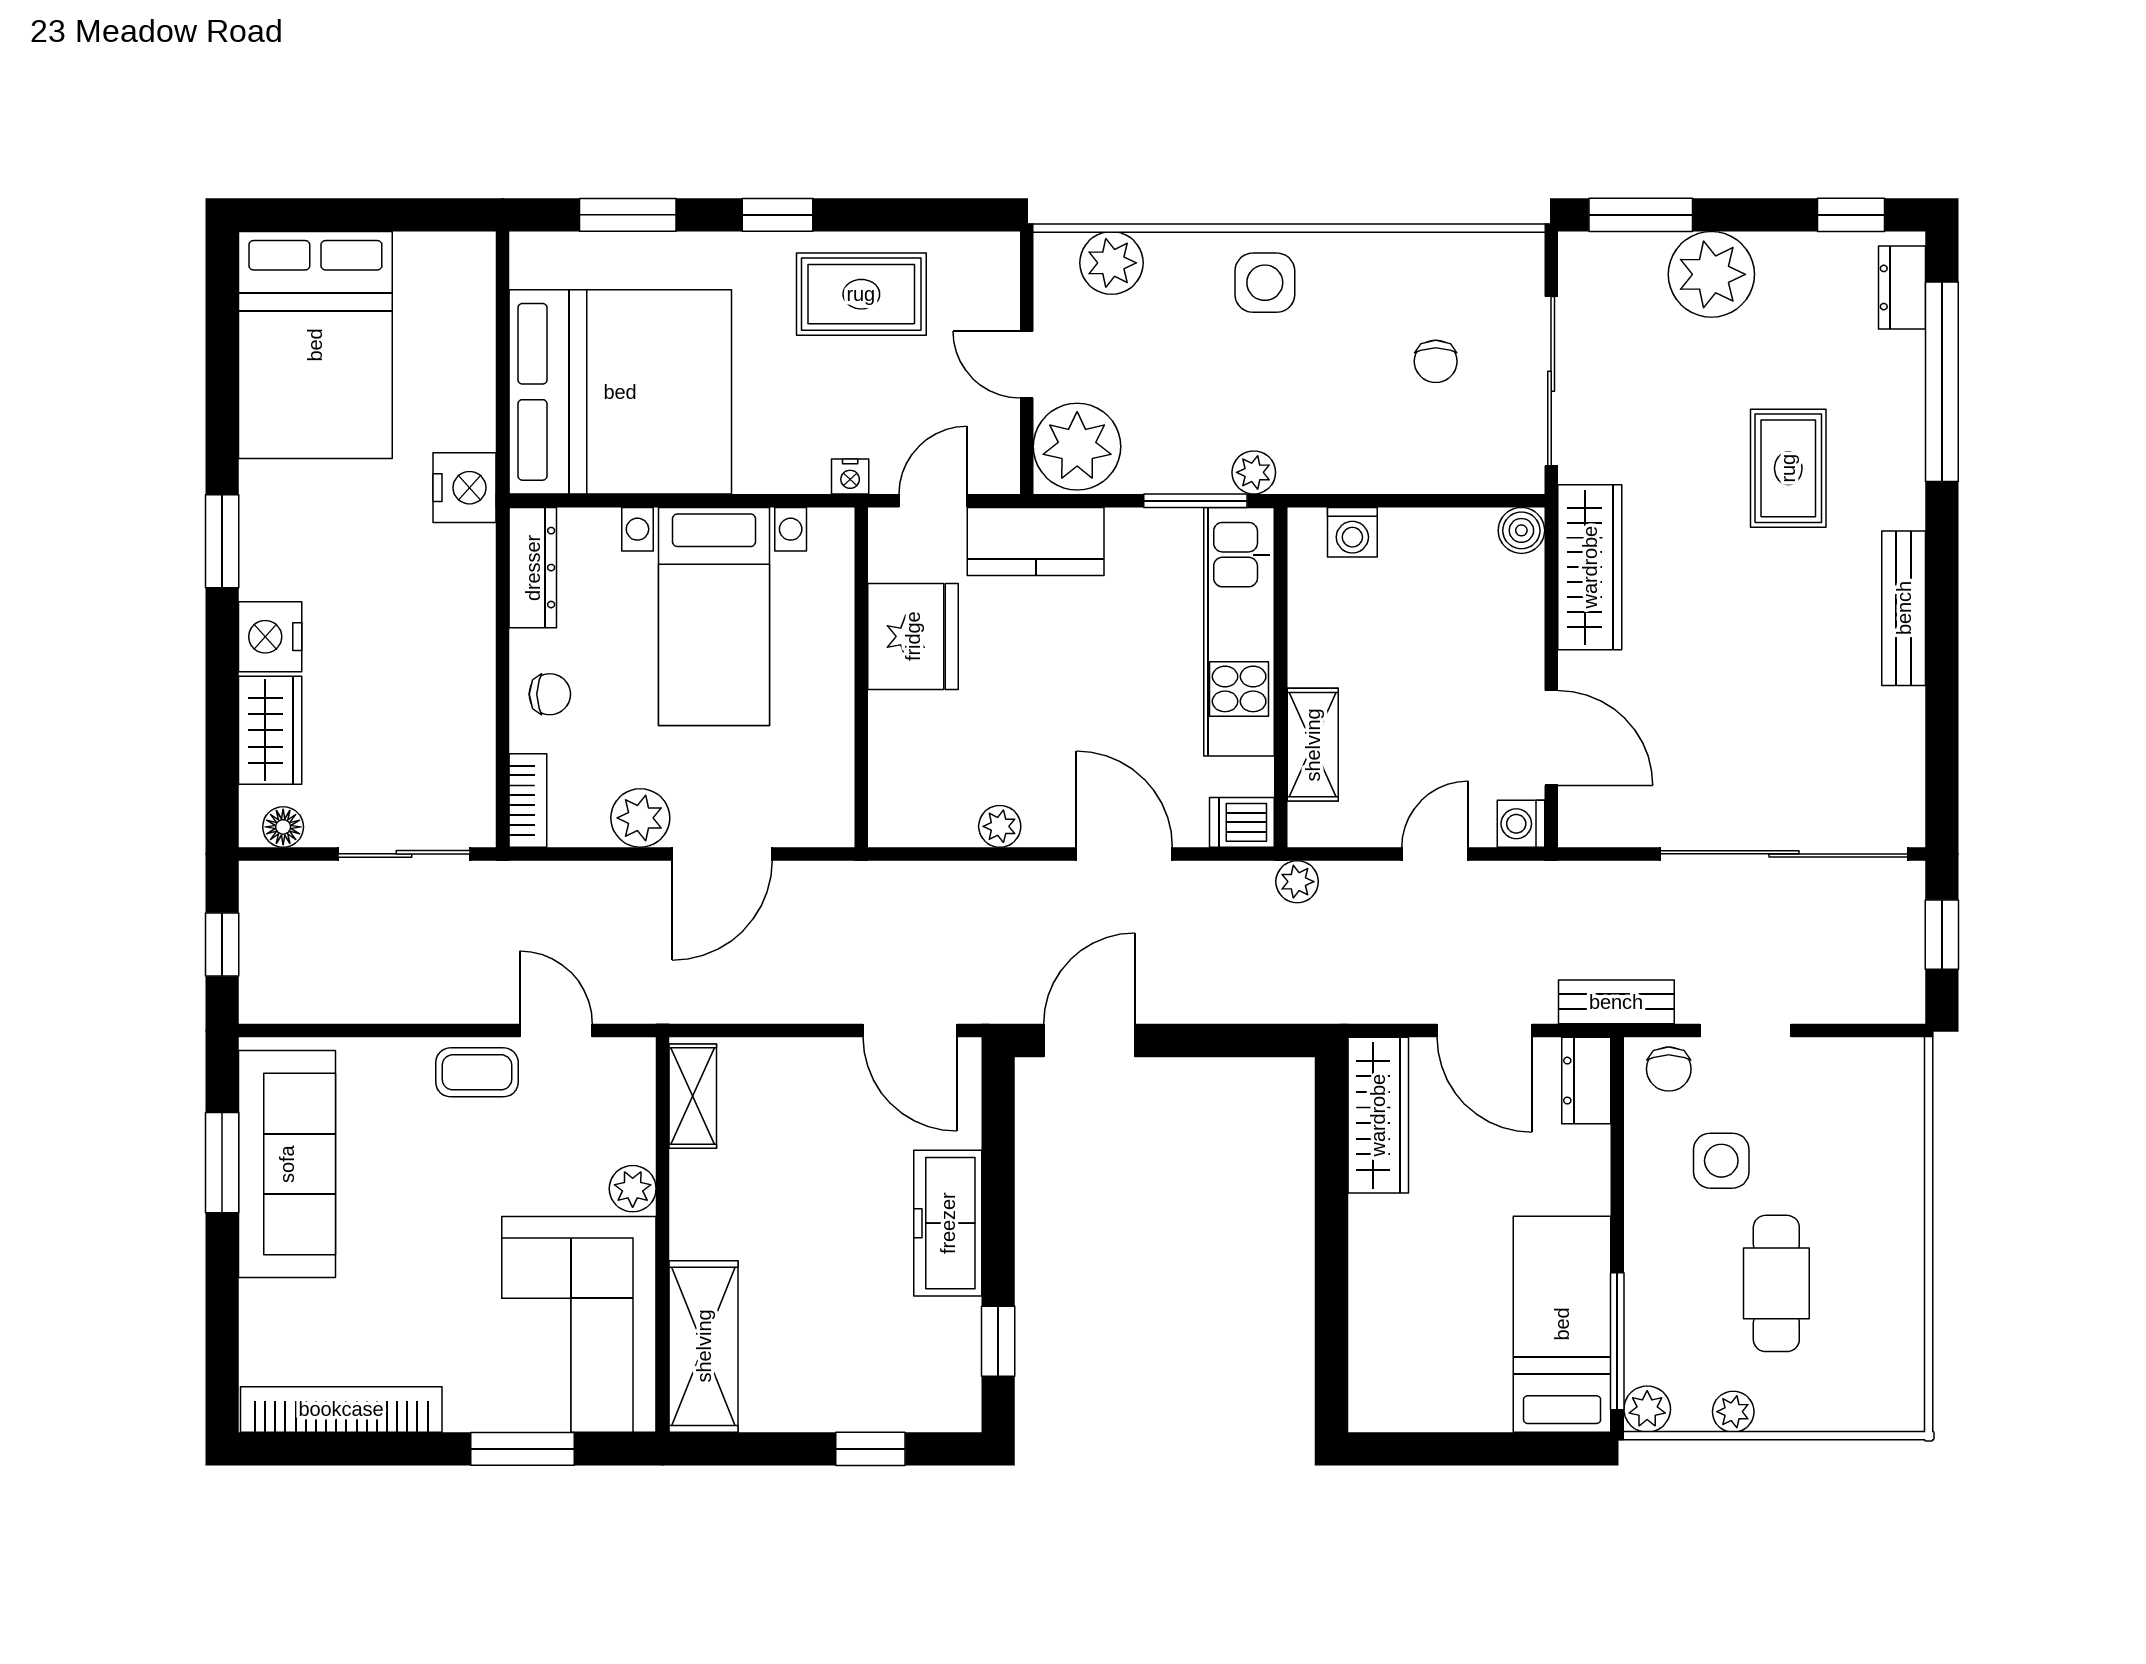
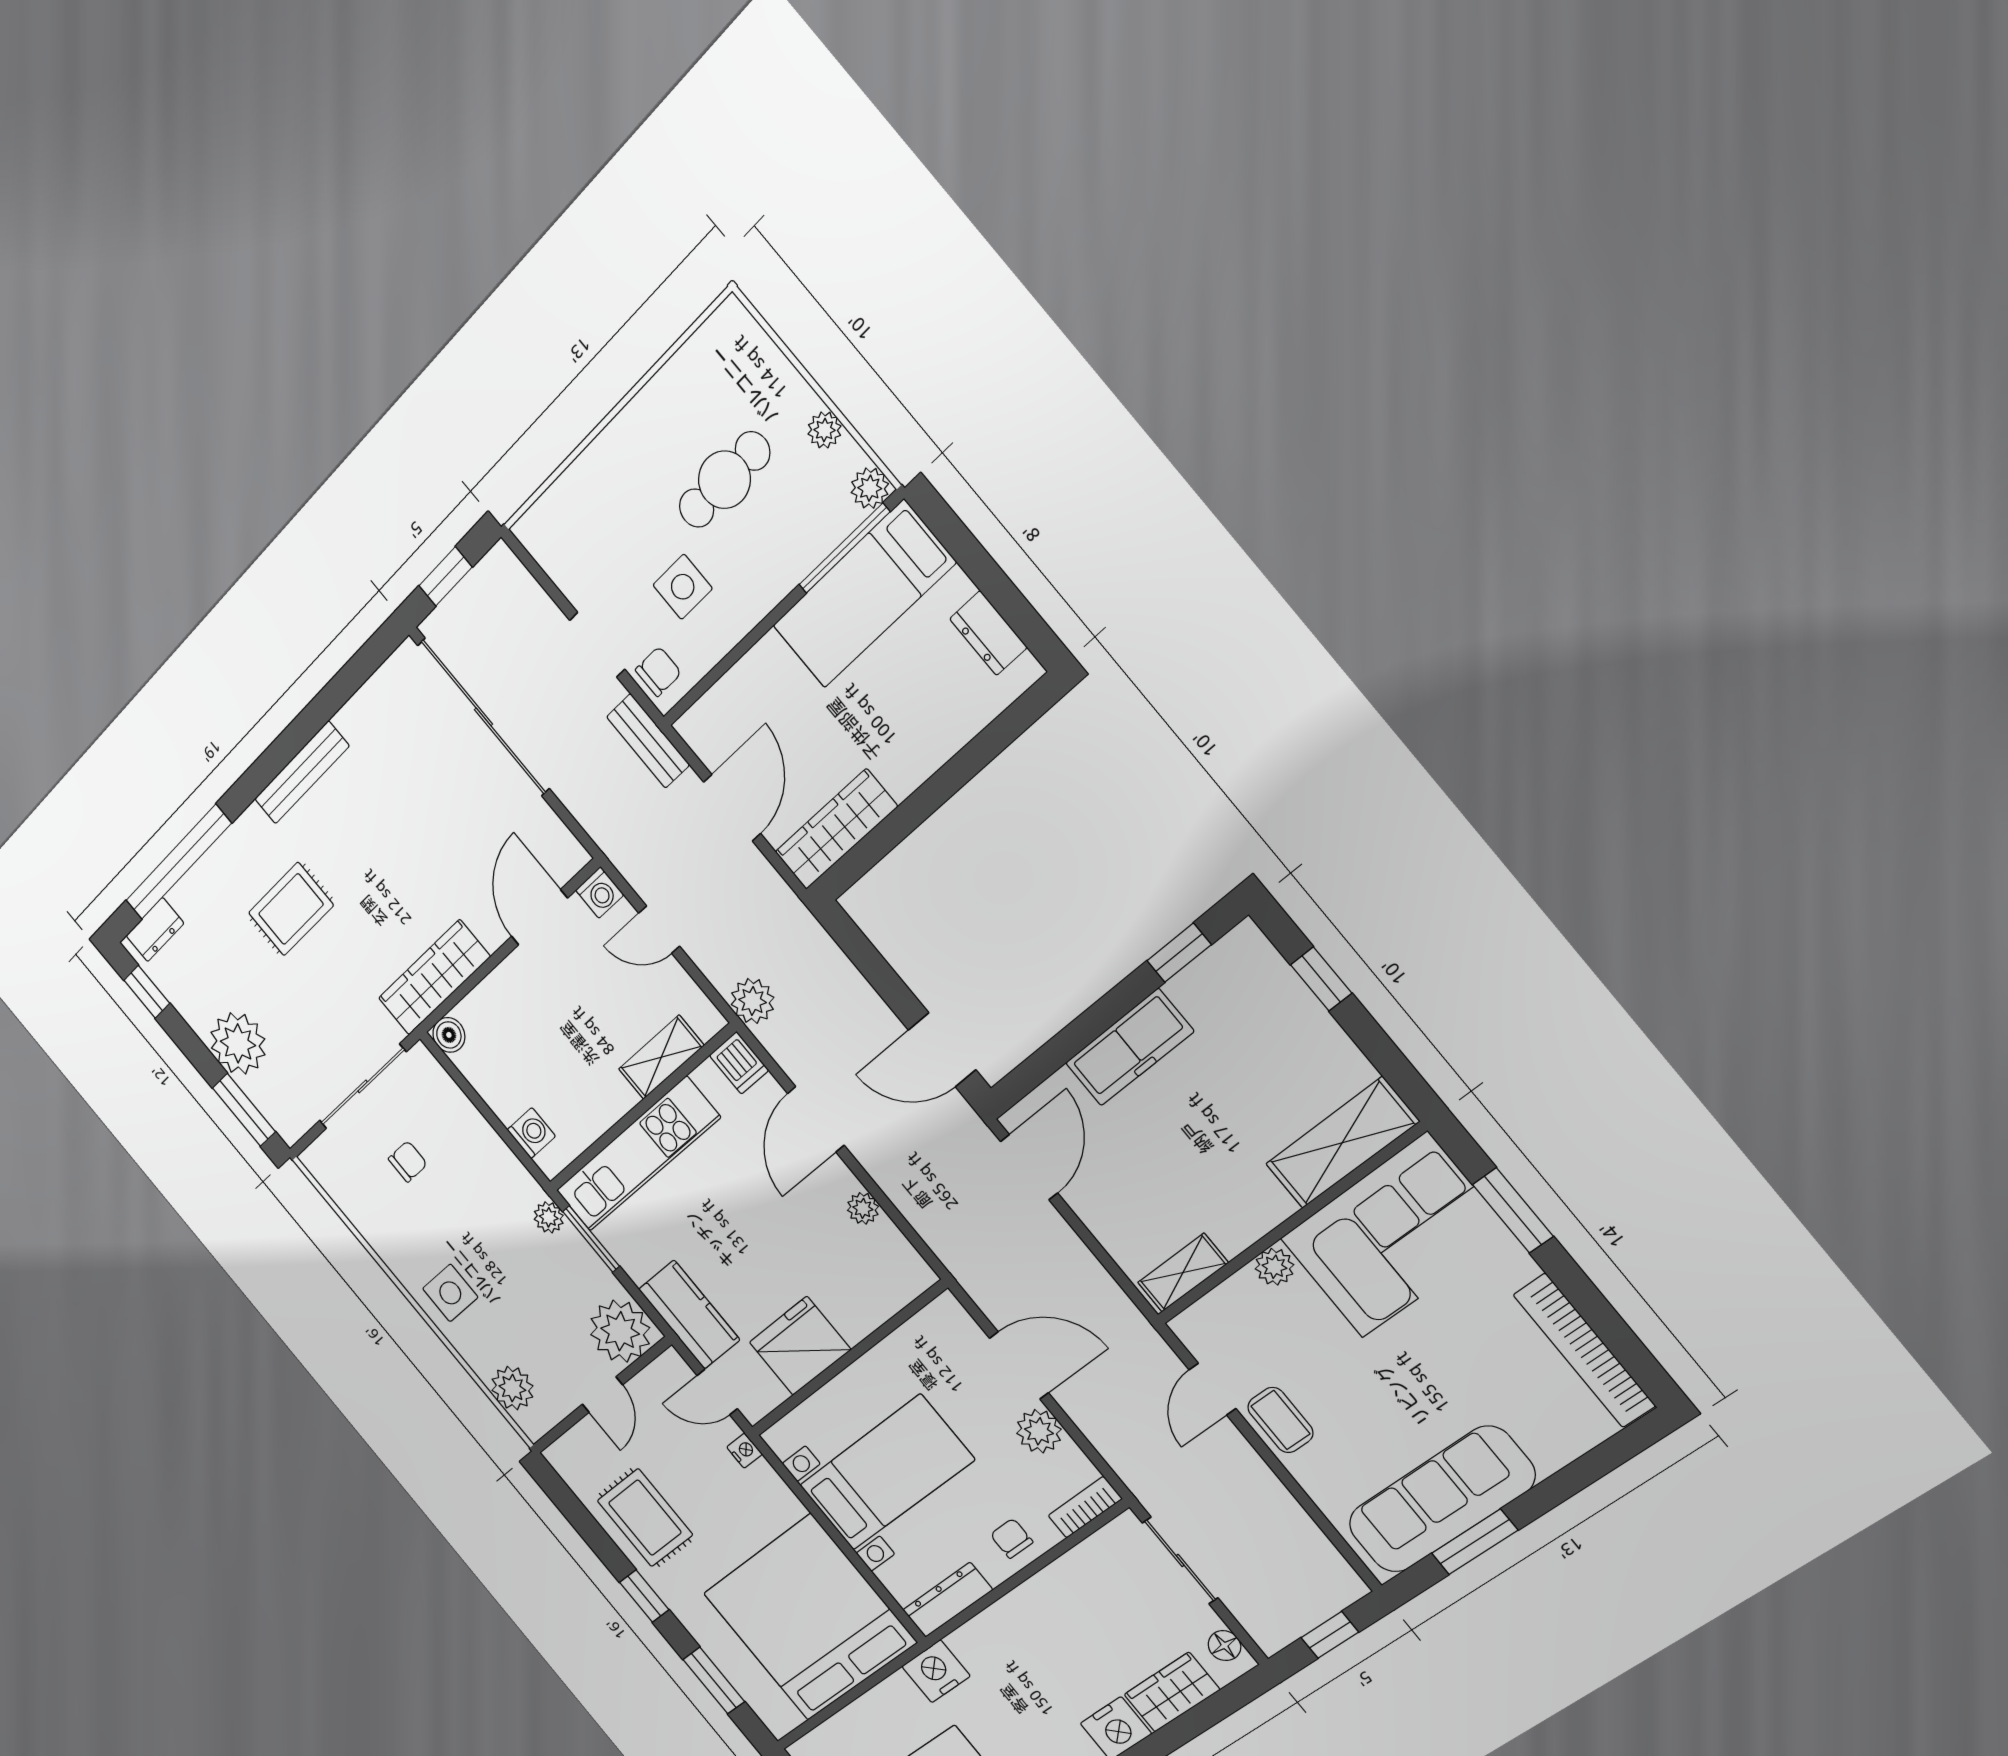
plant: (1297, 882) -> (752, 1001), width x1.38, depth x1.38
dresser: (1586, 1081) -> (988, 633), moved, turned 90

